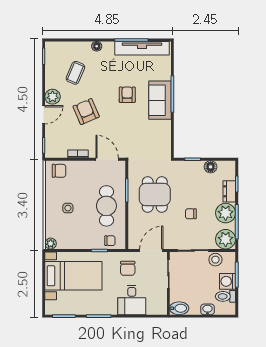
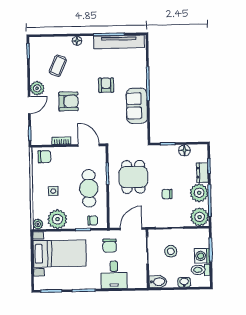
sofa: (160, 100) -> (137, 106), moved
armchair: (86, 112) -> (68, 101), turned 113
plant: (72, 239) -> (57, 219), added
stool: (215, 260) -> (171, 251), moved

